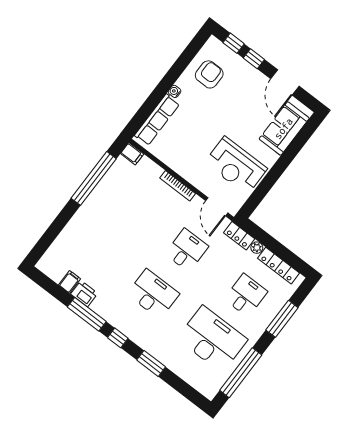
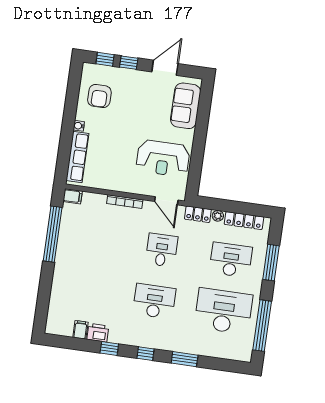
armchair: (209, 74) -> (99, 96), turned 180
door: (285, 82) -> (165, 68), swing flipped
desk: (246, 295) -> (231, 260), width x1.37
window: (87, 314) -> (109, 348), width x0.46

